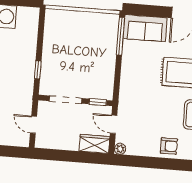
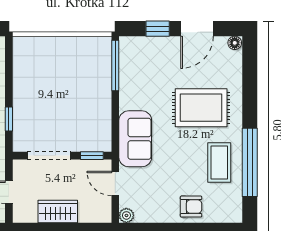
window: (154, 11) -> (158, 29), added
sofa: (145, 28) -> (135, 139), moved, turned -90
wardrobe: (94, 144) -> (58, 212), moved

